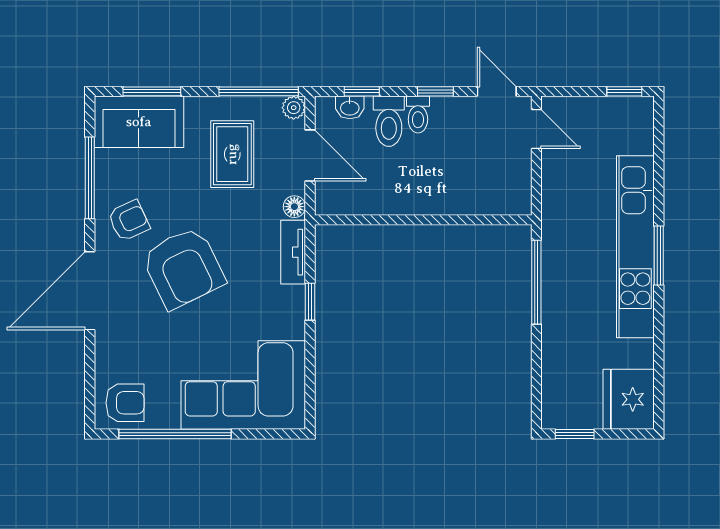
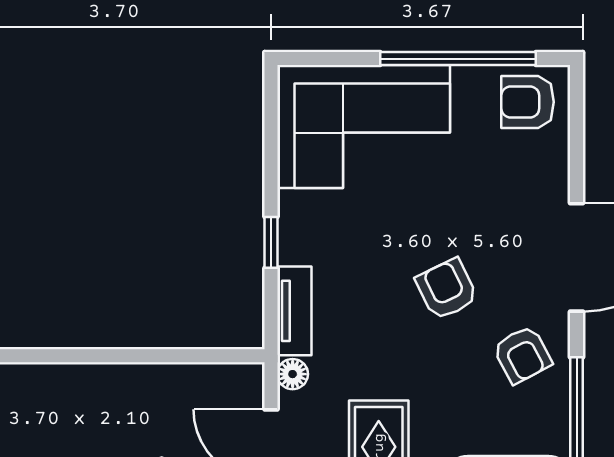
armchair: (129, 221) -> (522, 355), turned -93
armchair: (183, 268) -> (447, 289), width x0.53, depth x0.53

